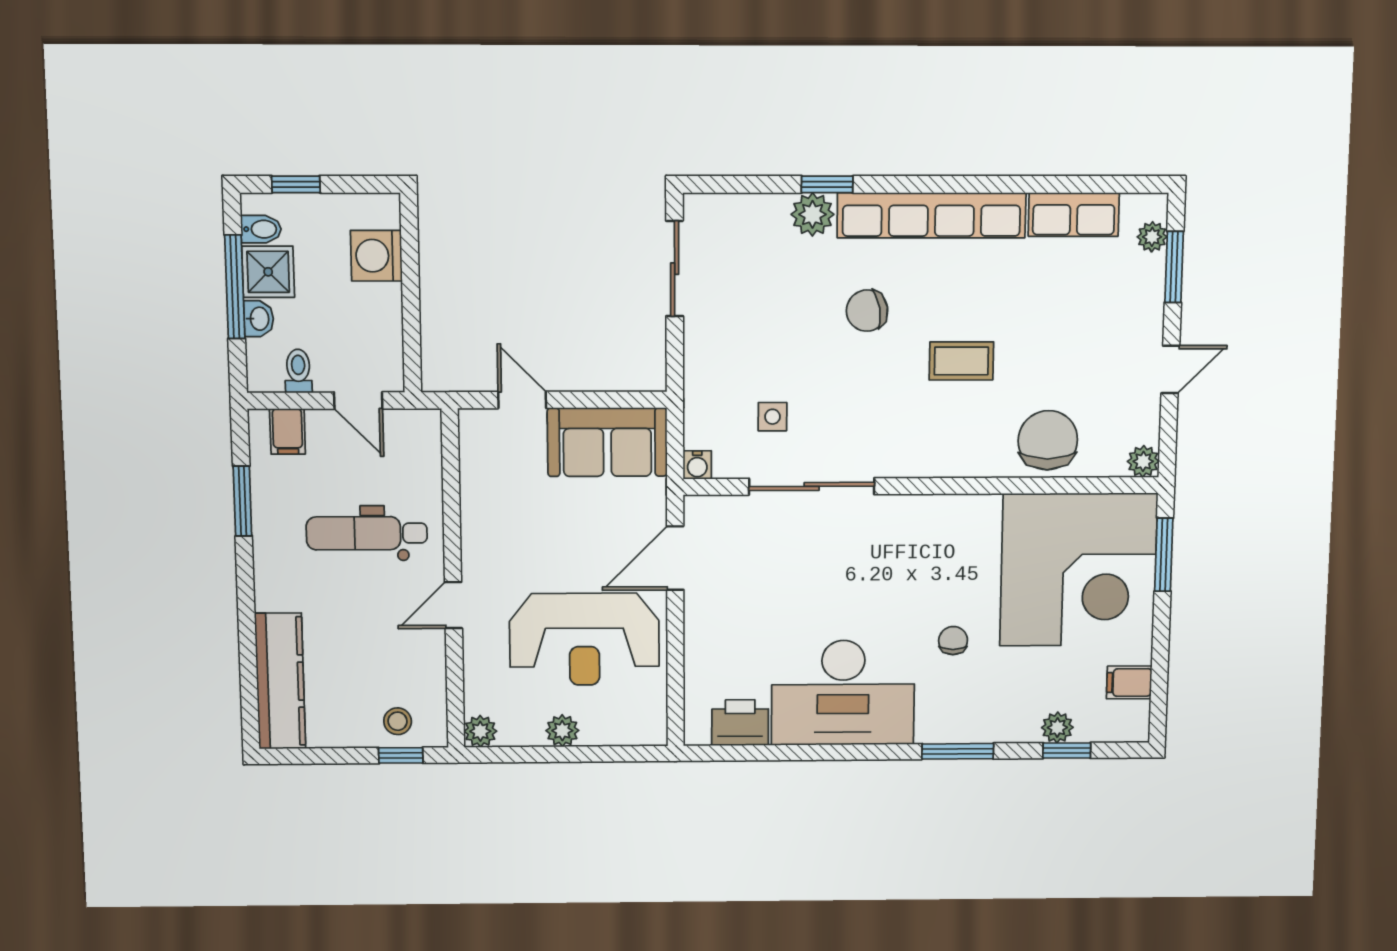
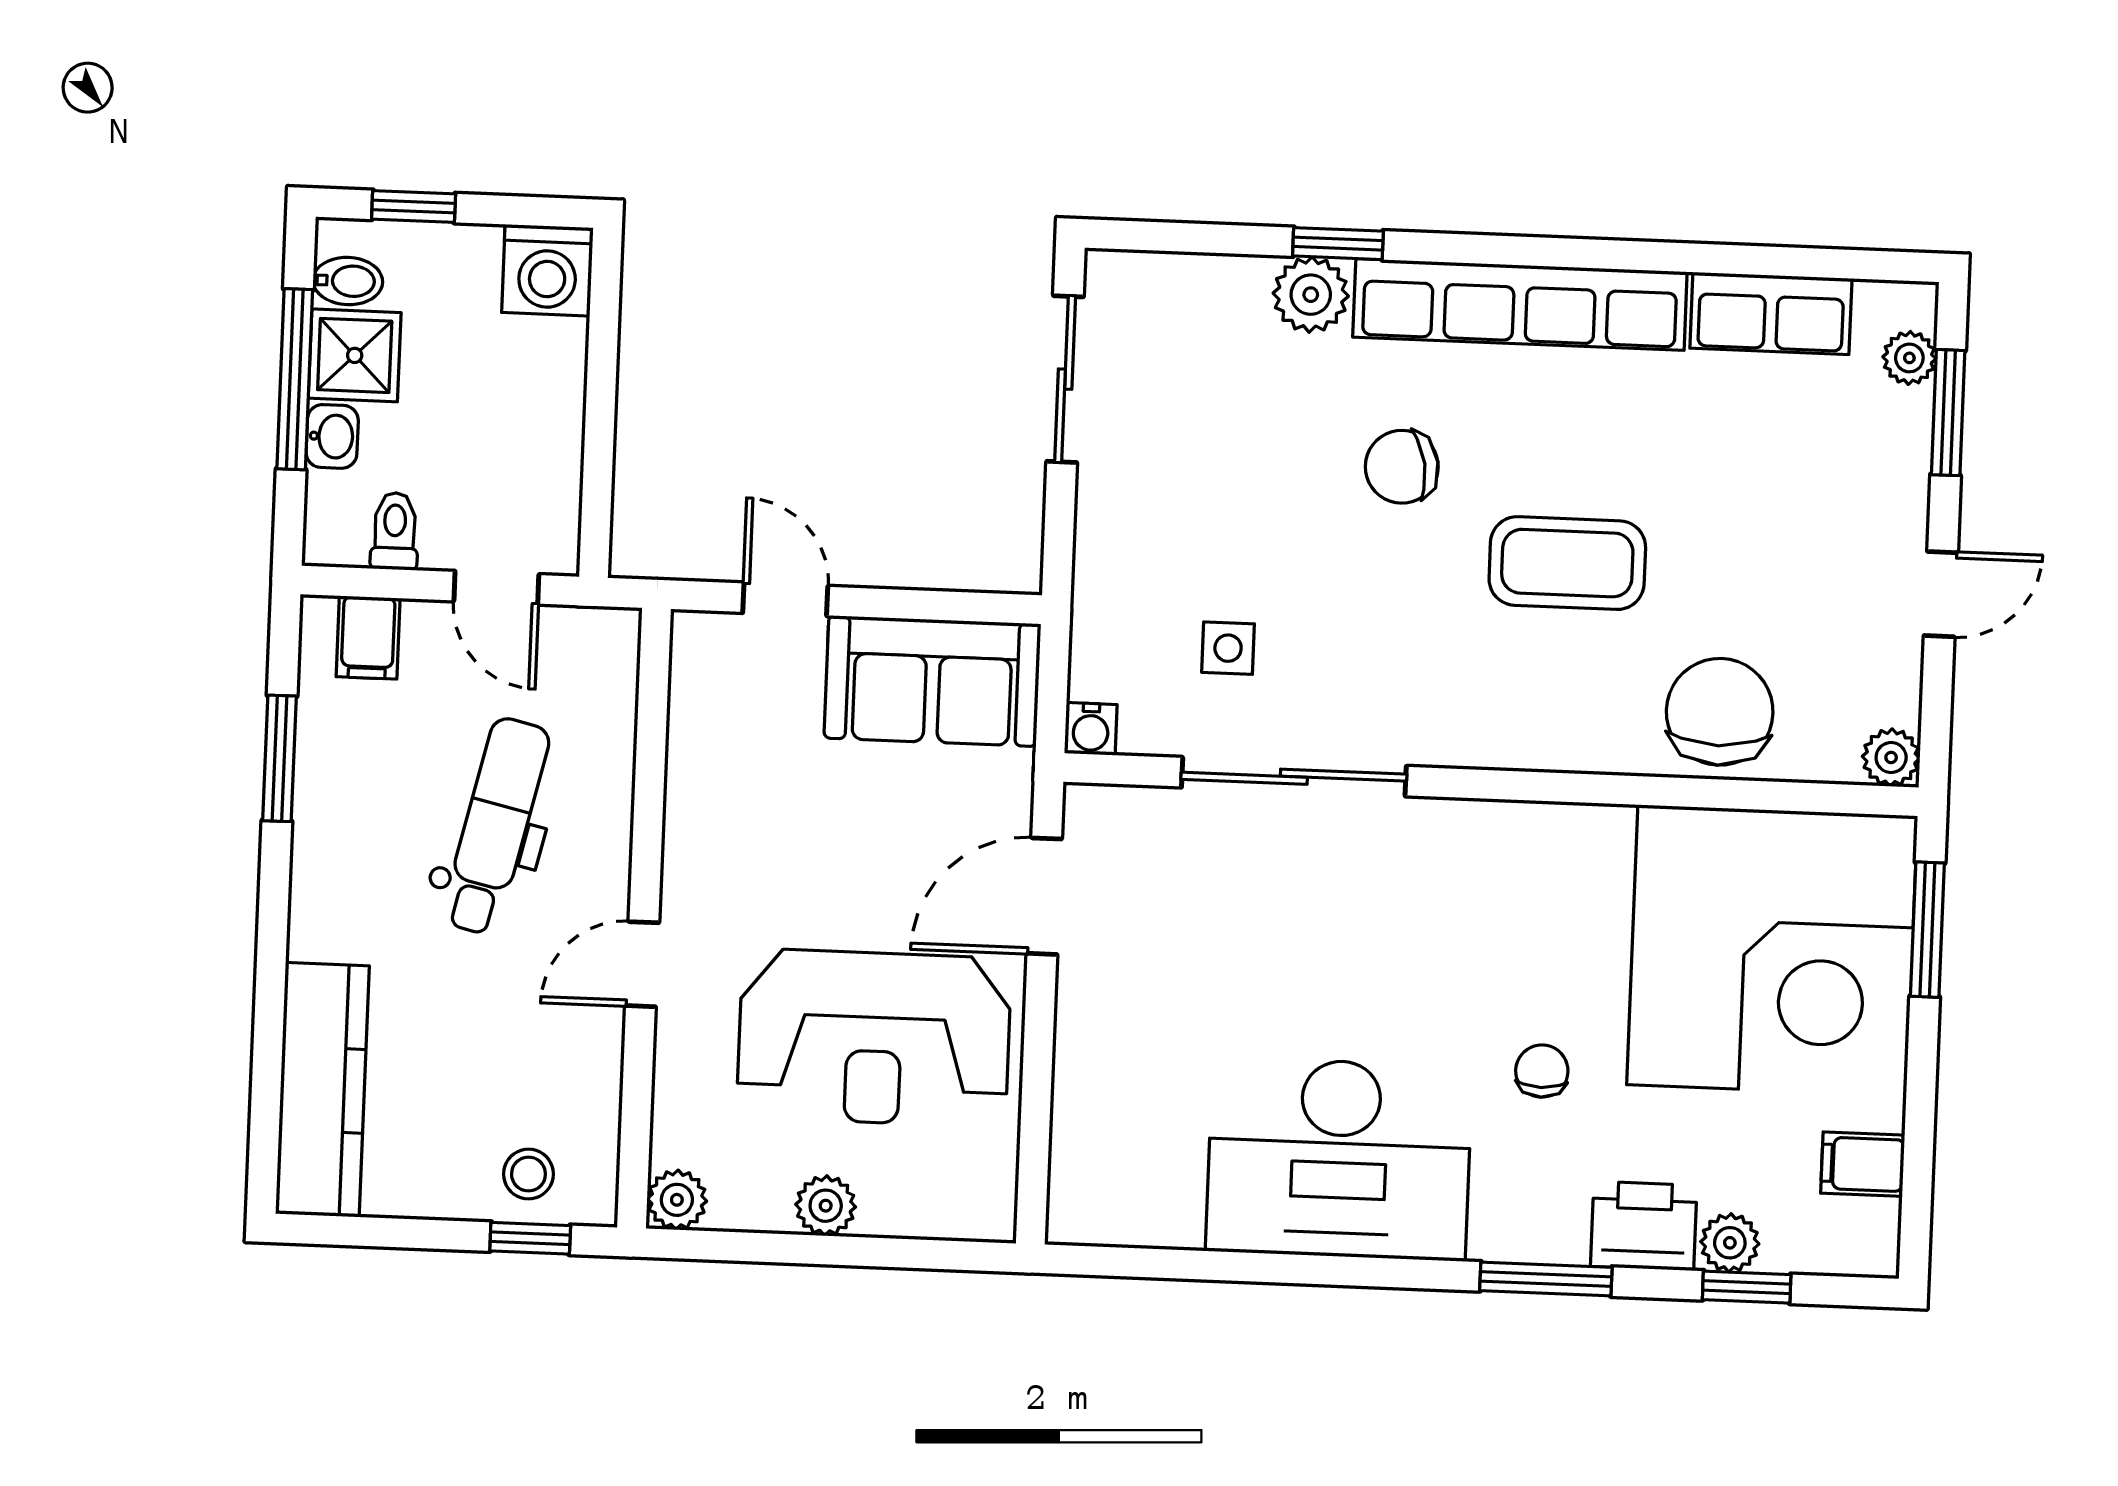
washing machine: (376, 256) -> (547, 270), moved, turned -90
coffee table: (961, 361) -> (1567, 563), width x1.36, depth x1.30
dental chair: (367, 533) -> (496, 826), turned 103
printer: (740, 723) -> (1644, 1226), moved

